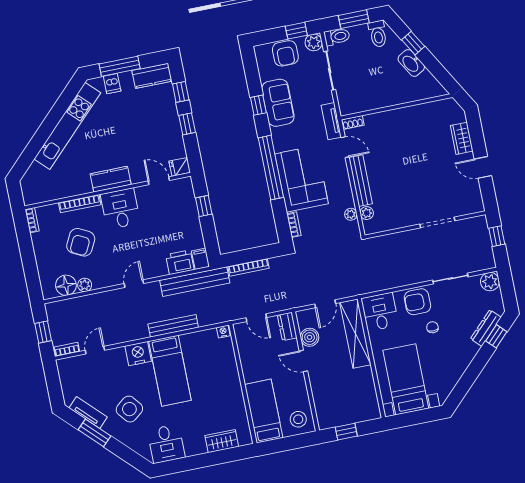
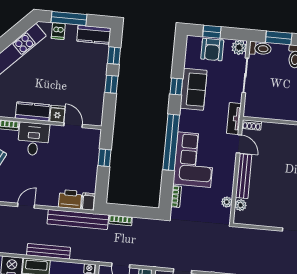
window: (296, 31) -> (212, 32), moved
fridge: (180, 167) -> (57, 114), moved, turned 90
bookcase: (249, 267) -> (121, 220), width x0.64

